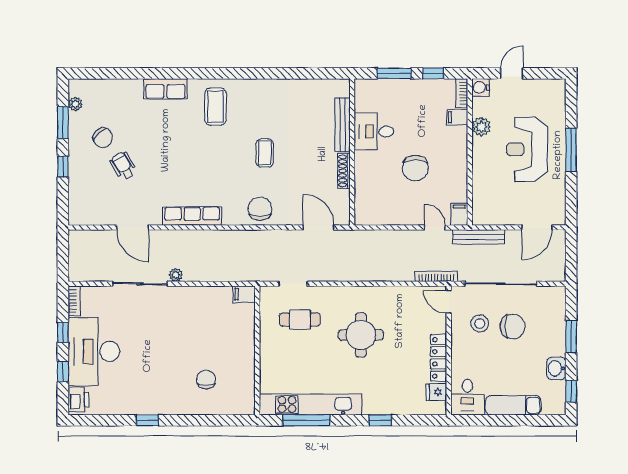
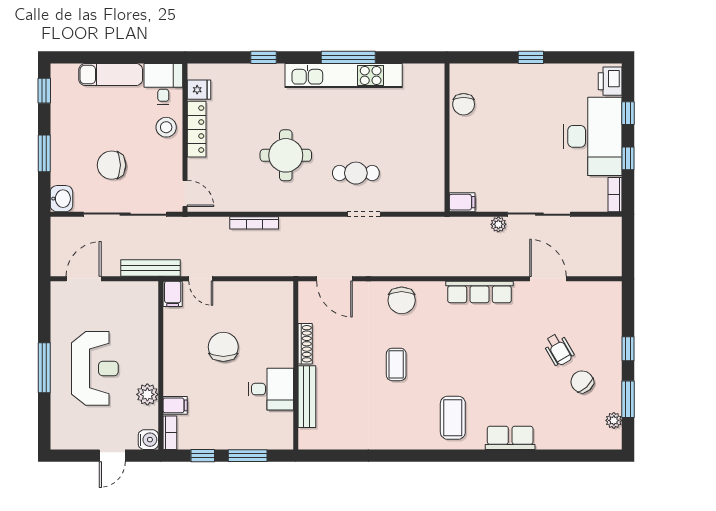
bookcase: (436, 276) -> (254, 223), moved
filing cabinet: (244, 294) -> (462, 202), moved
stool: (480, 323) -> (166, 127), moved
wall: (257, 350) -> (447, 138), moved
washbasin: (556, 368) -> (61, 199), moved

